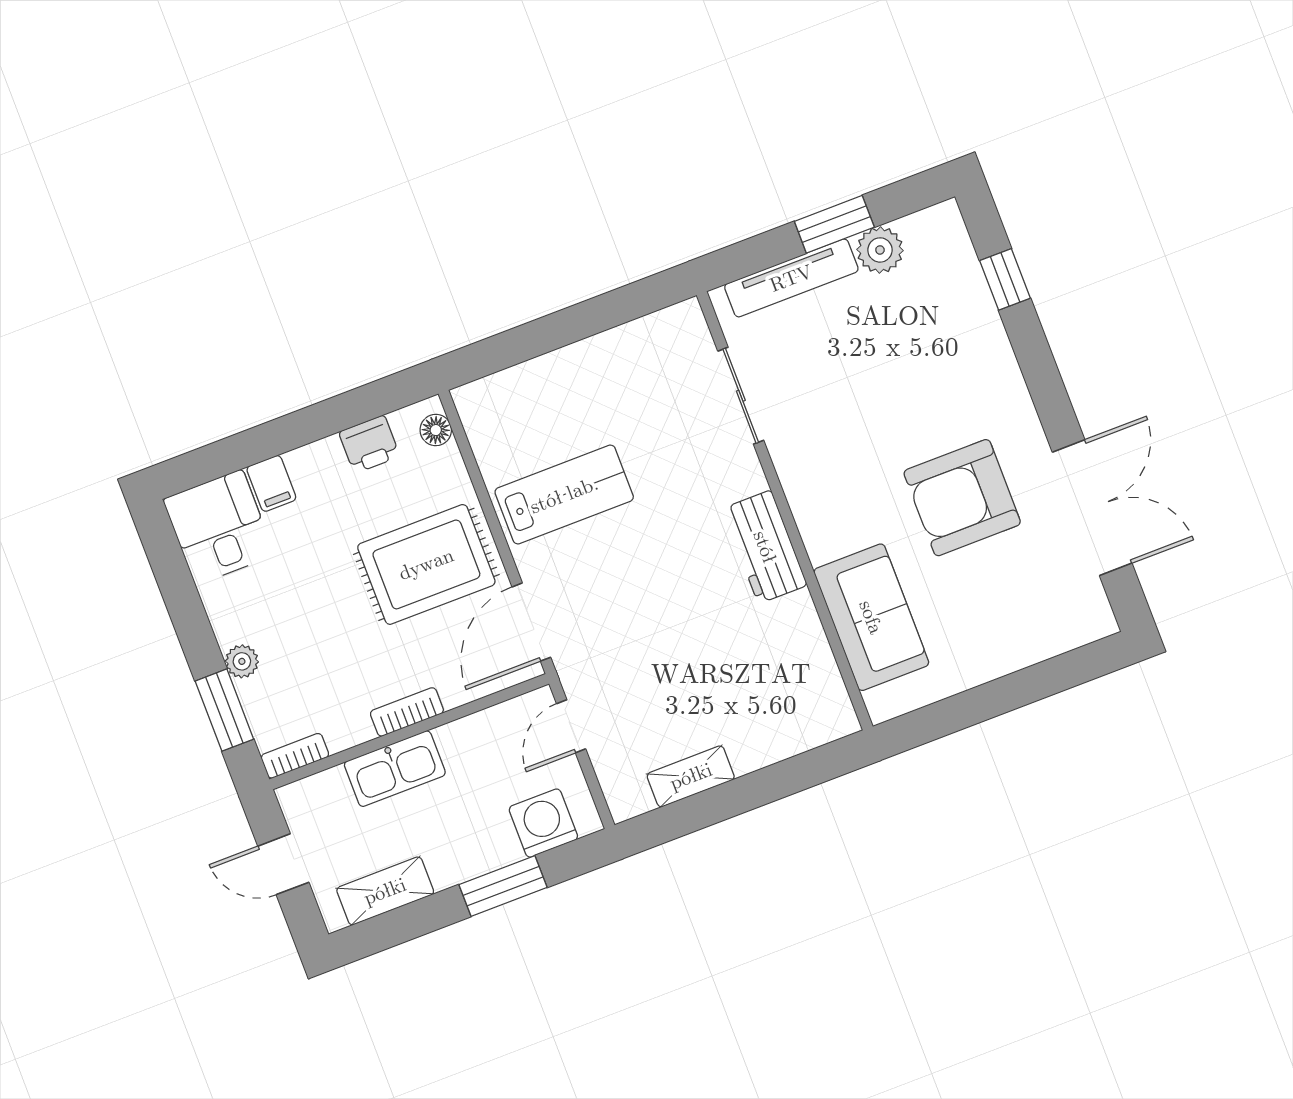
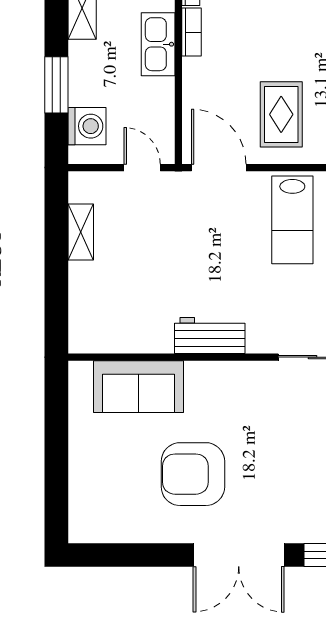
armchair: (962, 498) -> (193, 474), turned -90
double door: (1092, 508) -> (239, 555), moved
rug: (426, 564) -> (281, 114), width x0.73, depth x0.70
bookcase: (407, 712) -> (191, 32), moved

